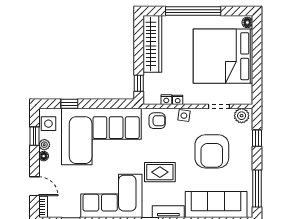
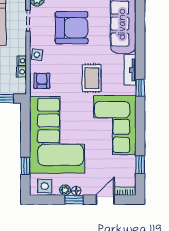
window: (34, 136) -> (74, 200), moved

